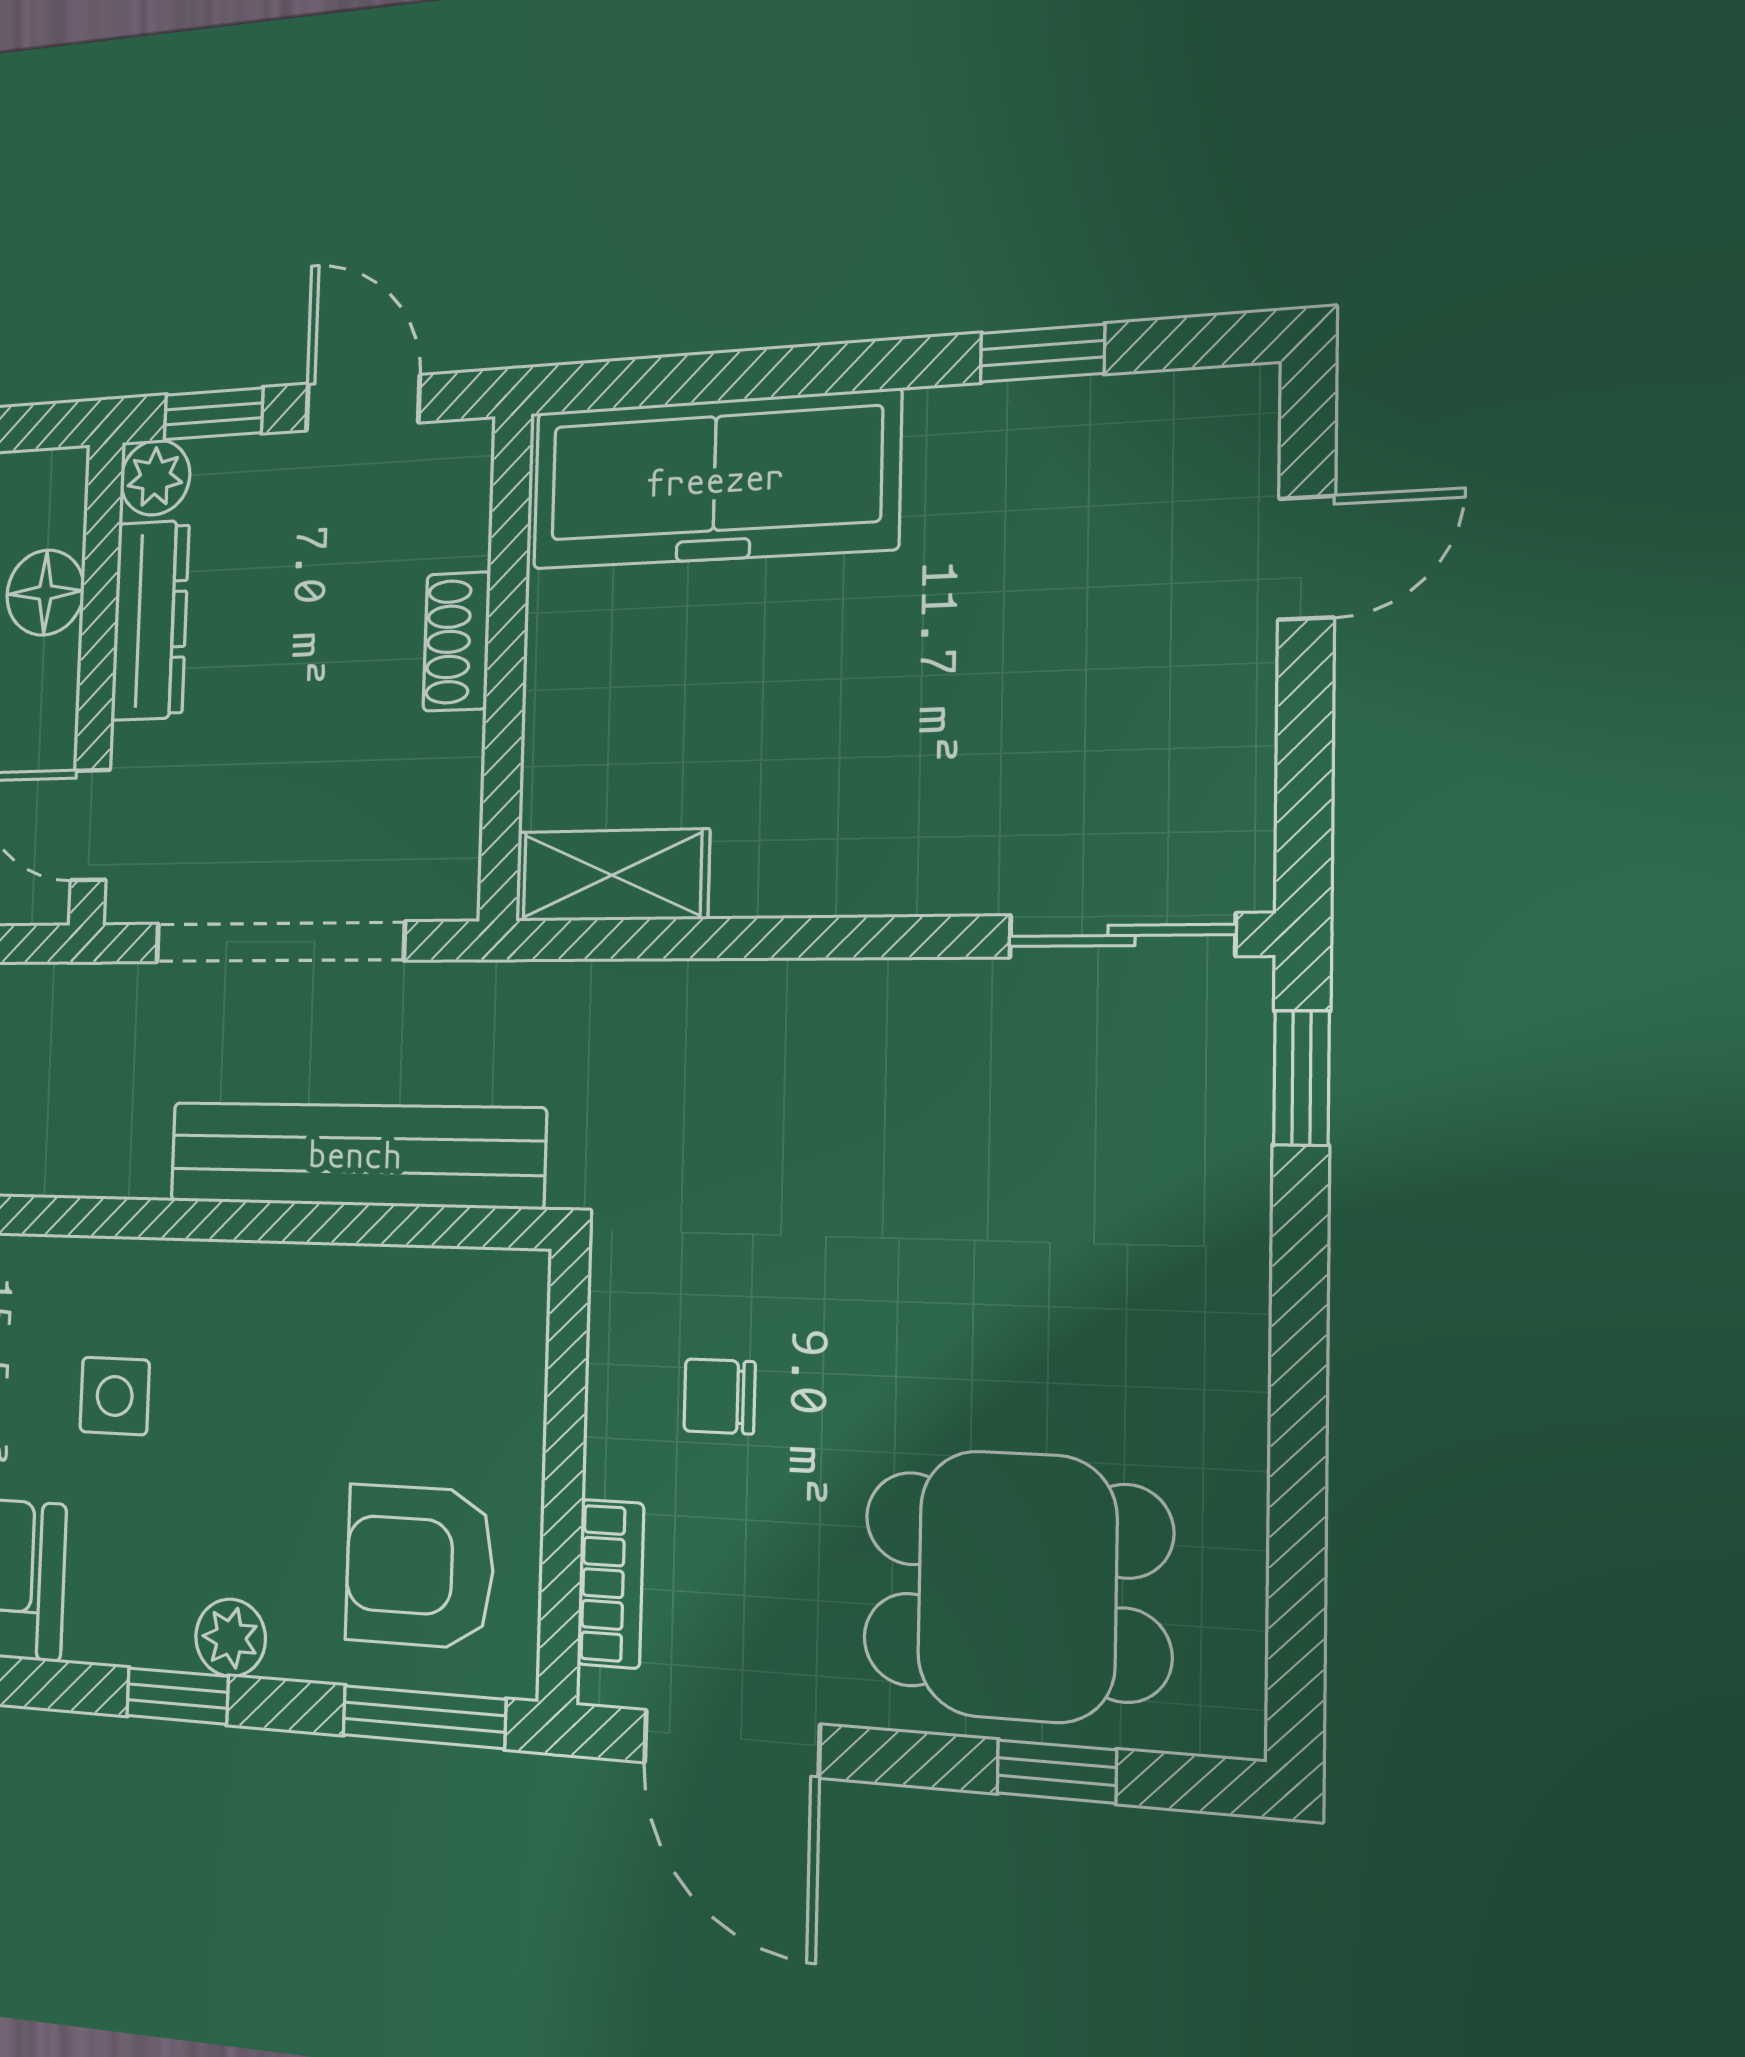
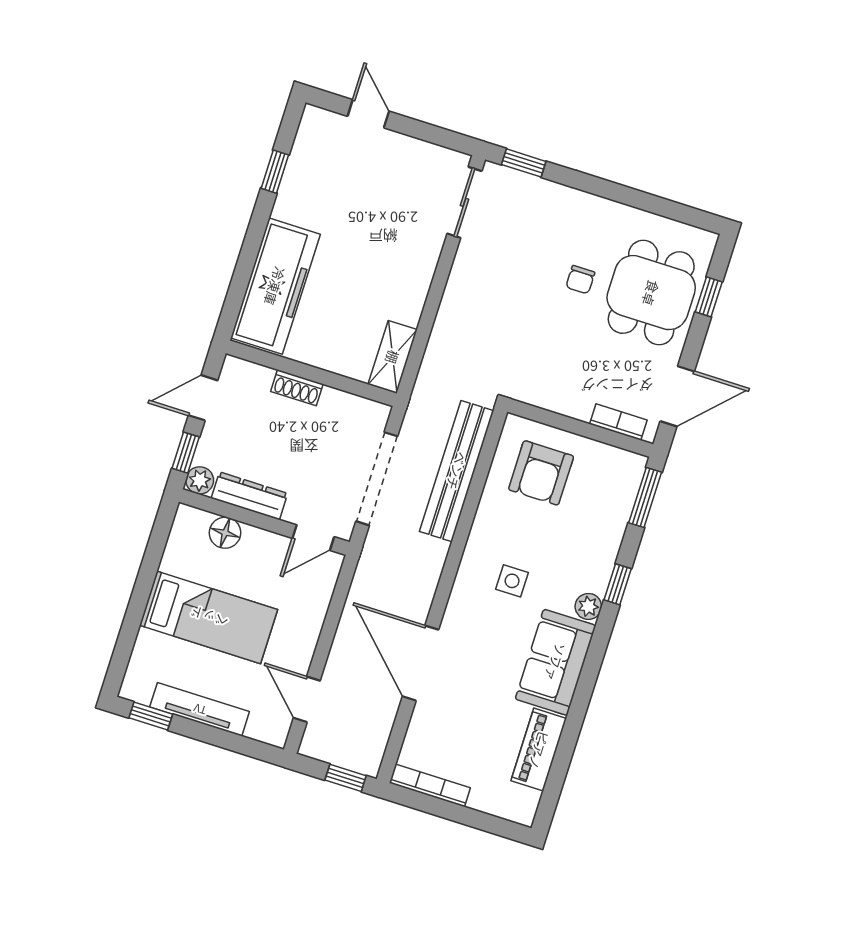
chair: (720, 1396) -> (580, 280), moved
armchair: (420, 1566) -> (541, 473), moved
plant: (231, 1638) -> (588, 606), moved

